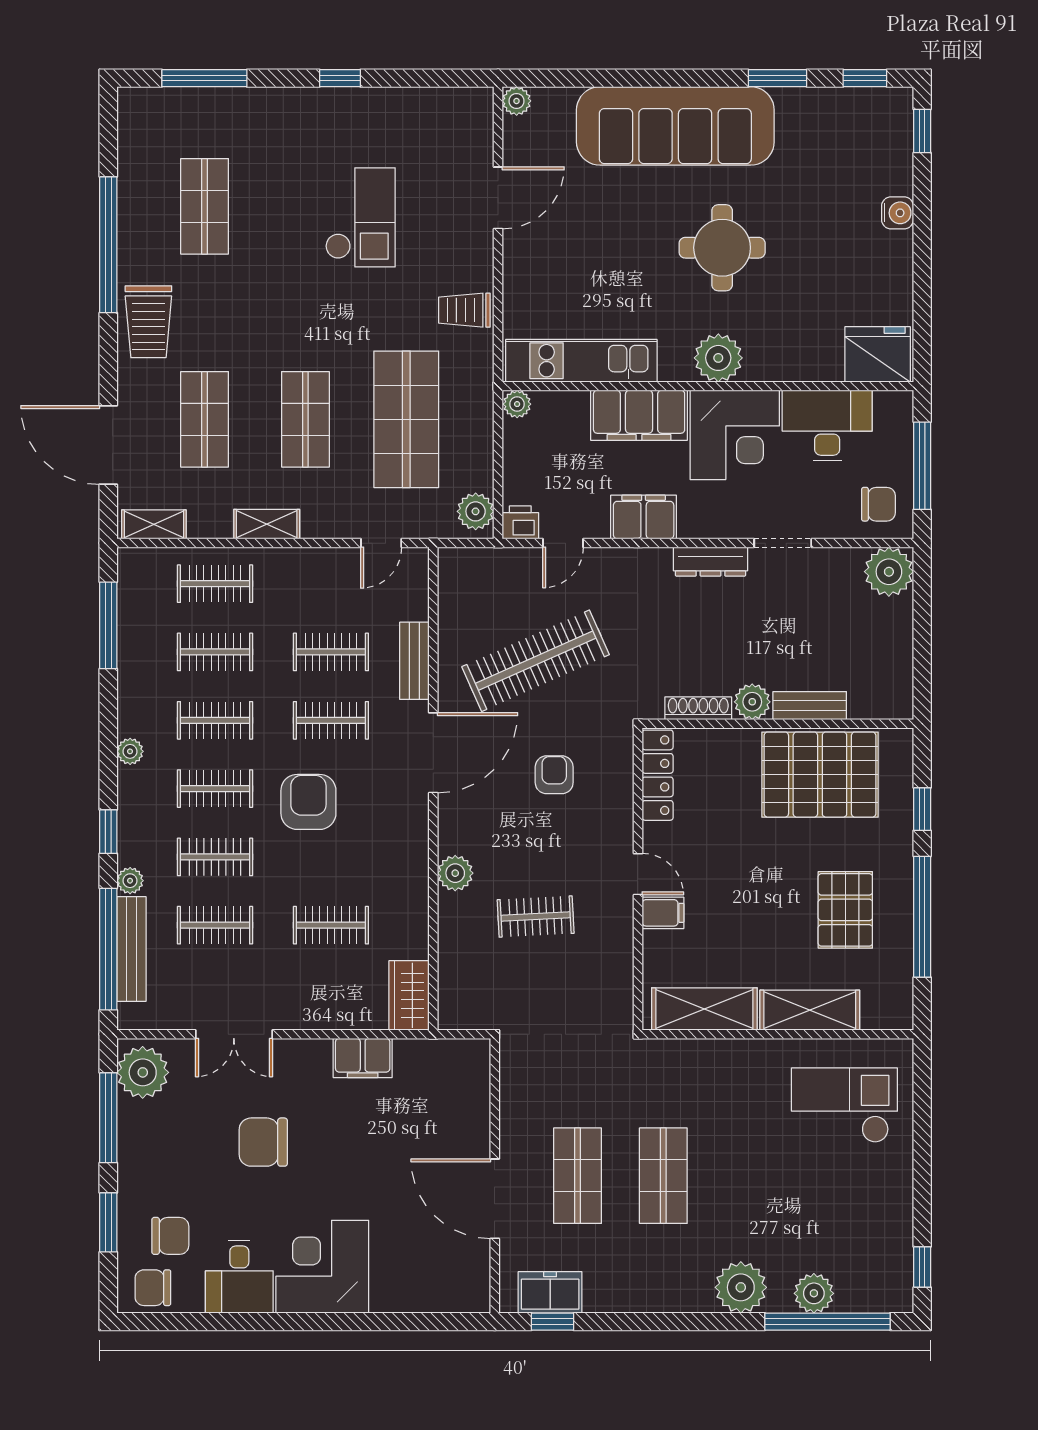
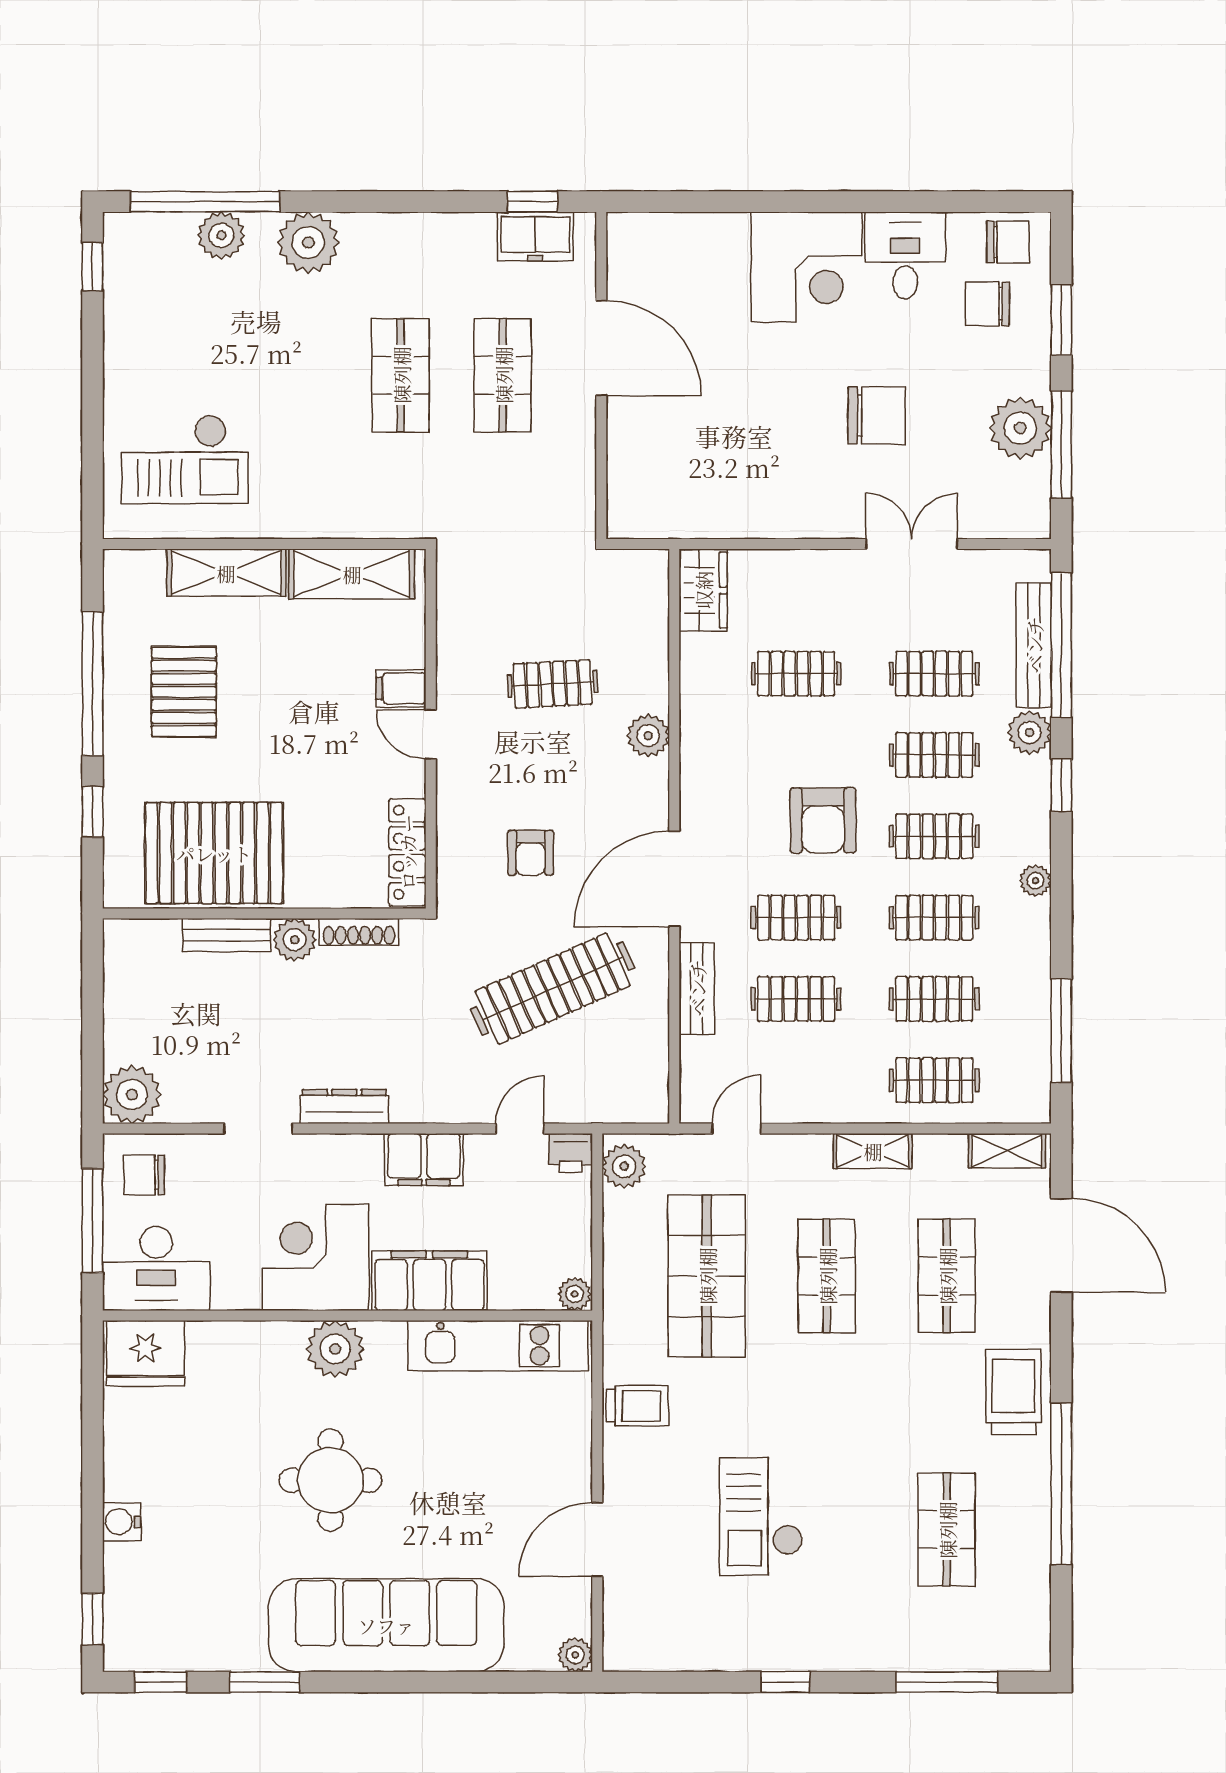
desk: (827, 426) -> (156, 1268), moved
plant: (130, 881) -> (1029, 733), width x1.38, depth x1.38
filing cabinet: (363, 1058) -> (758, 516), removed
plant: (143, 1072) -> (1020, 428), moved

